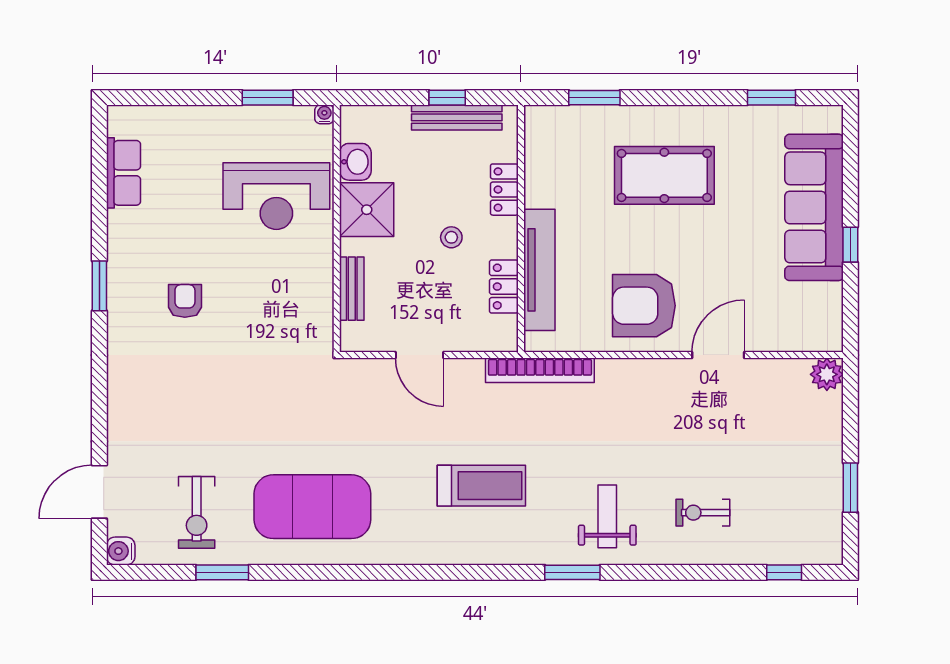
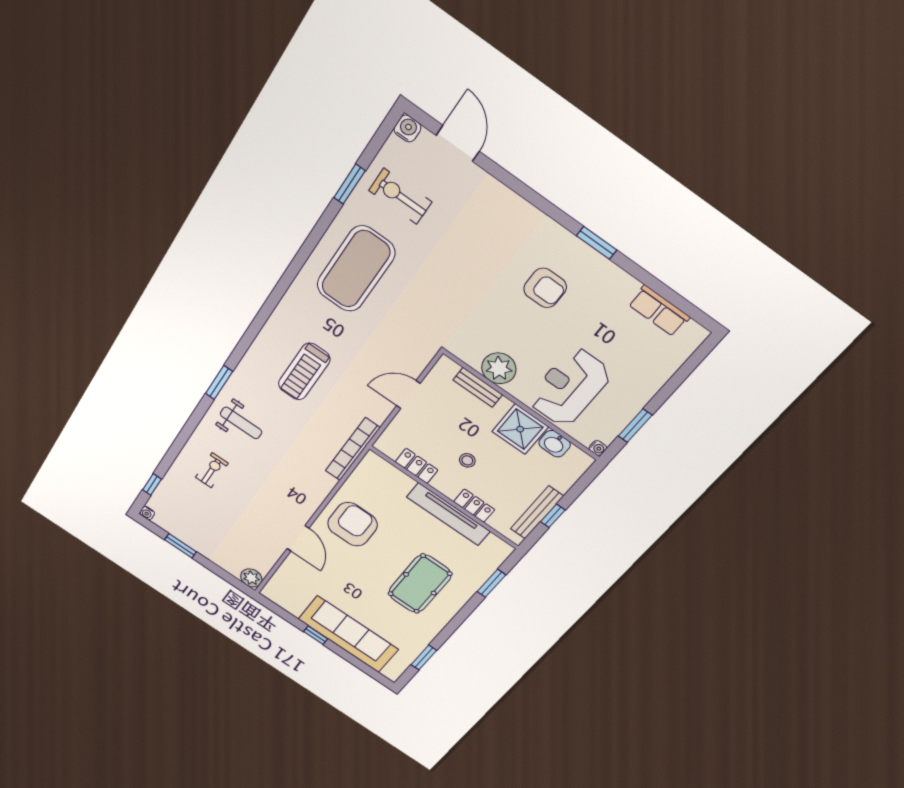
tv unit: (539, 270) -> (448, 514), moved
plant: (312, 283) -> (499, 368), added
armchair: (185, 301) -> (545, 288), width x1.38, depth x1.38
water cooler: (833, 555) -> (147, 513), added

